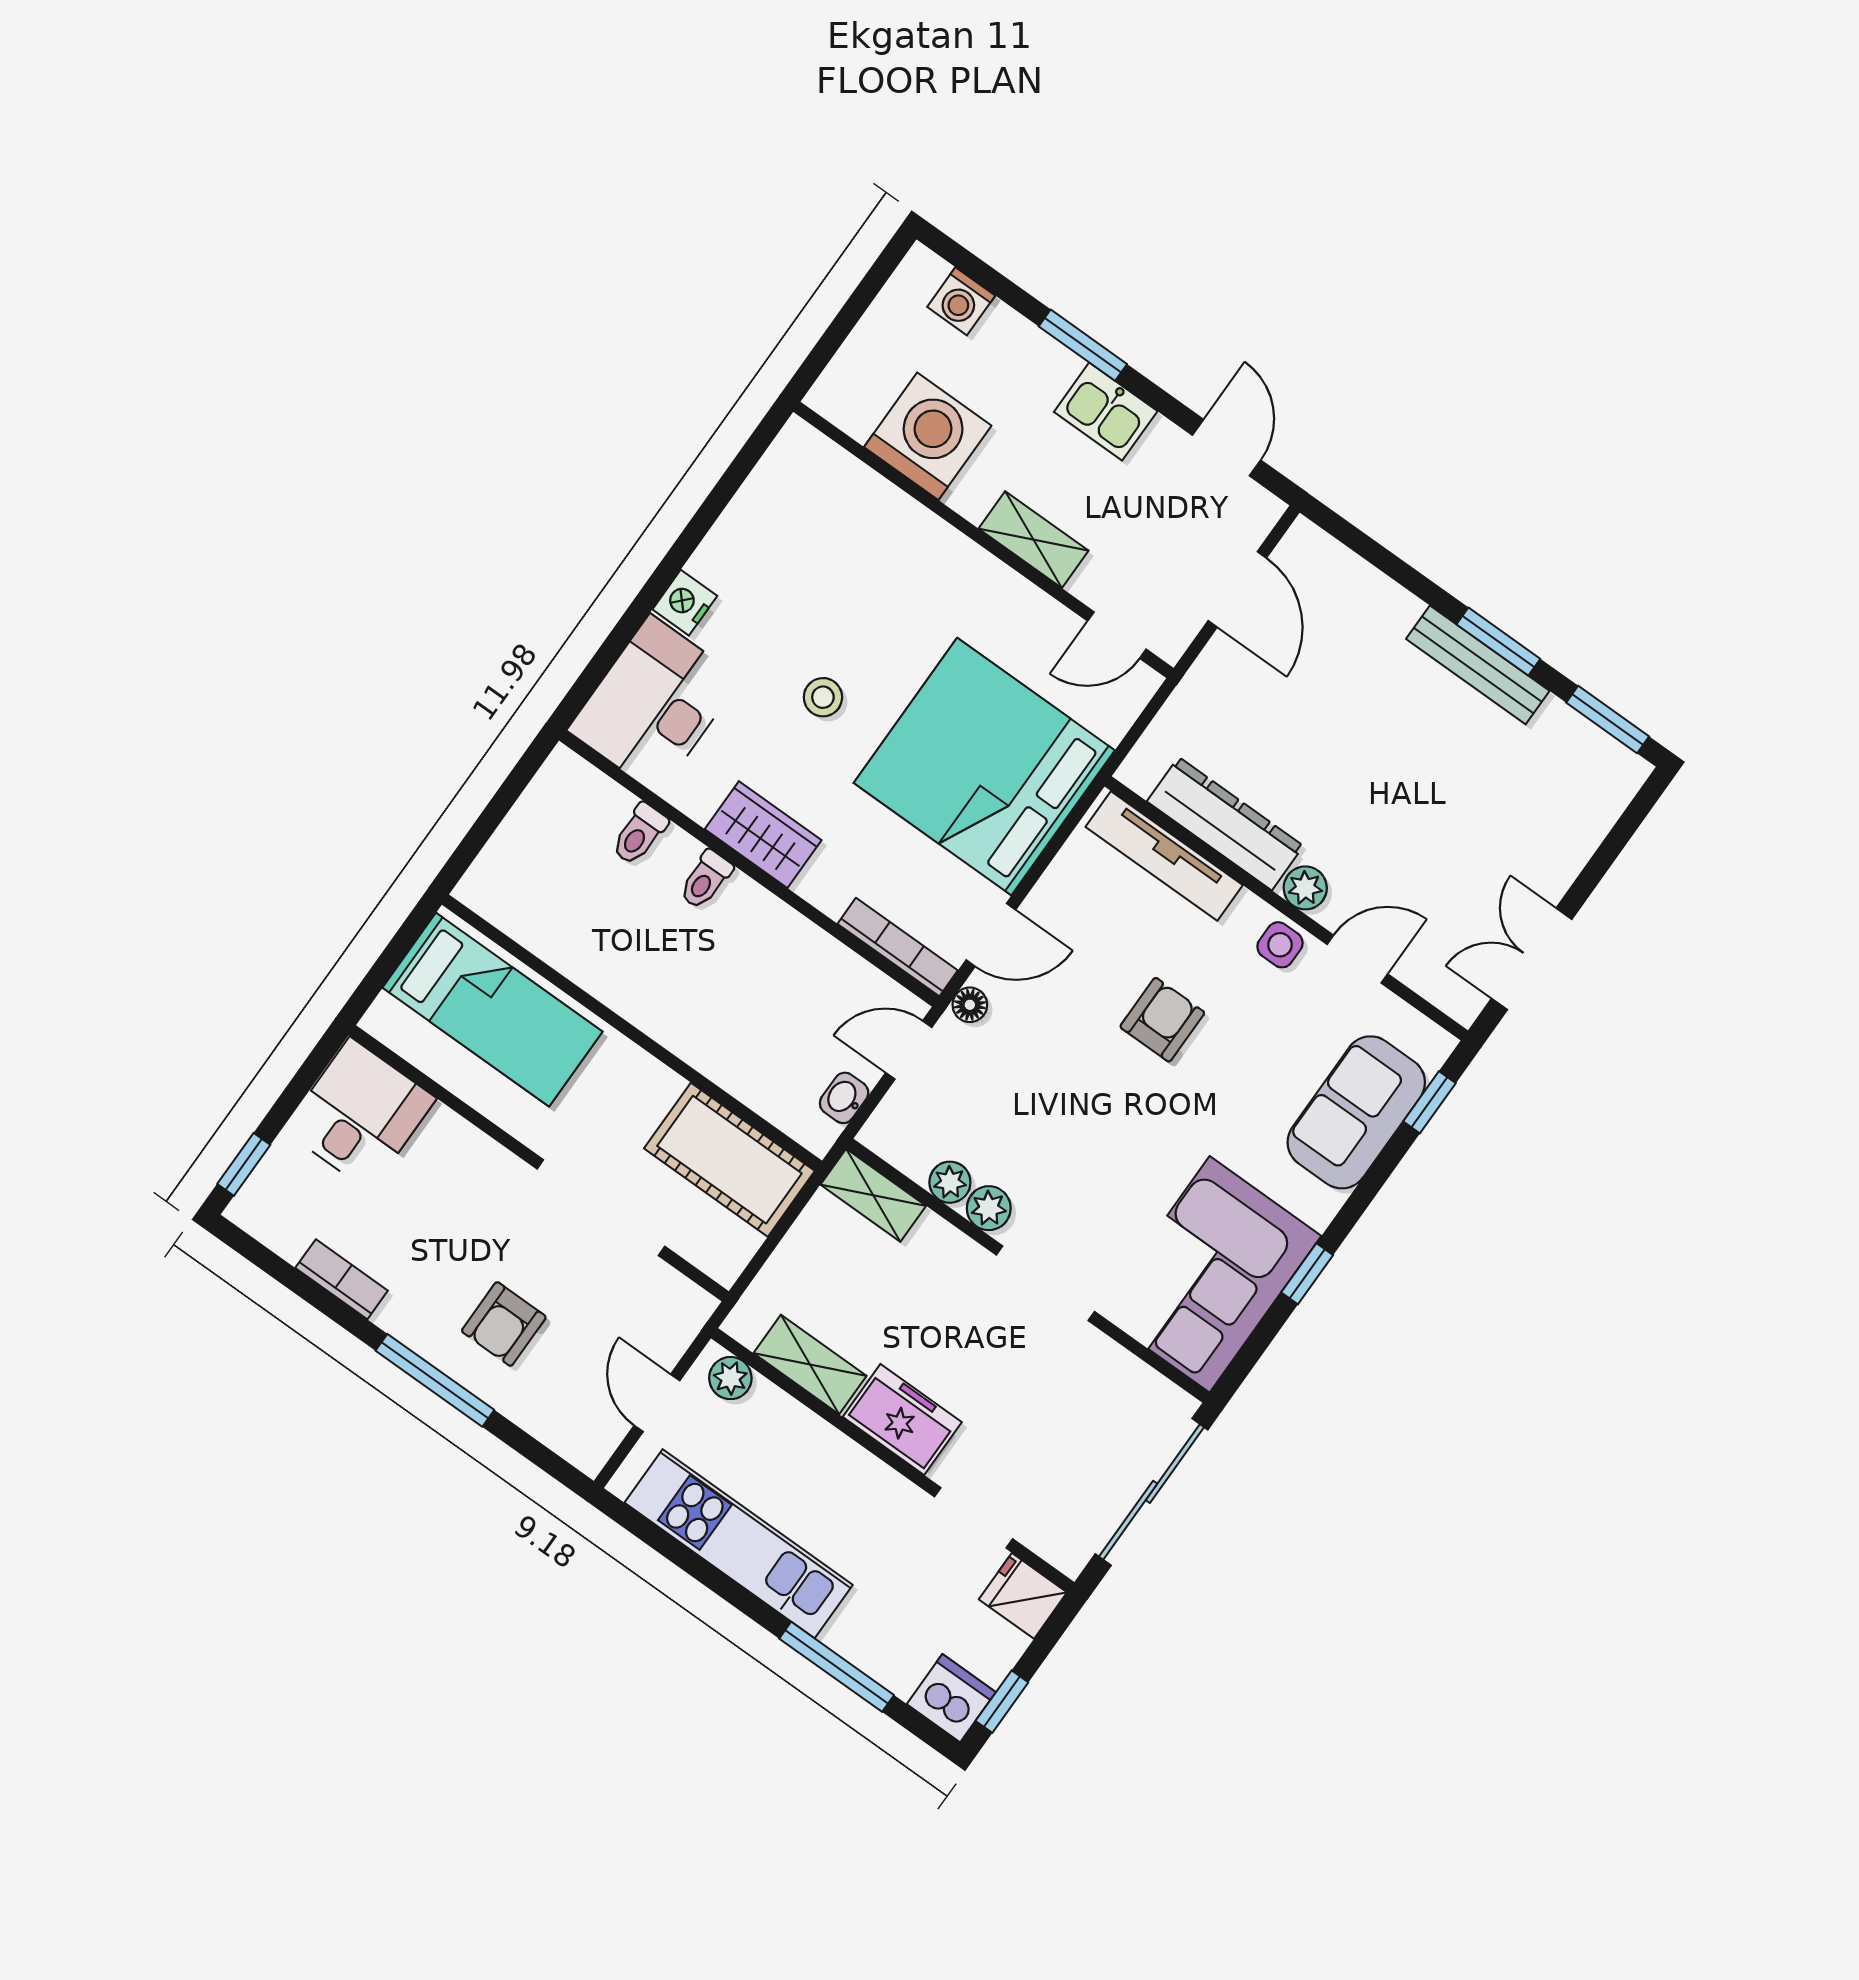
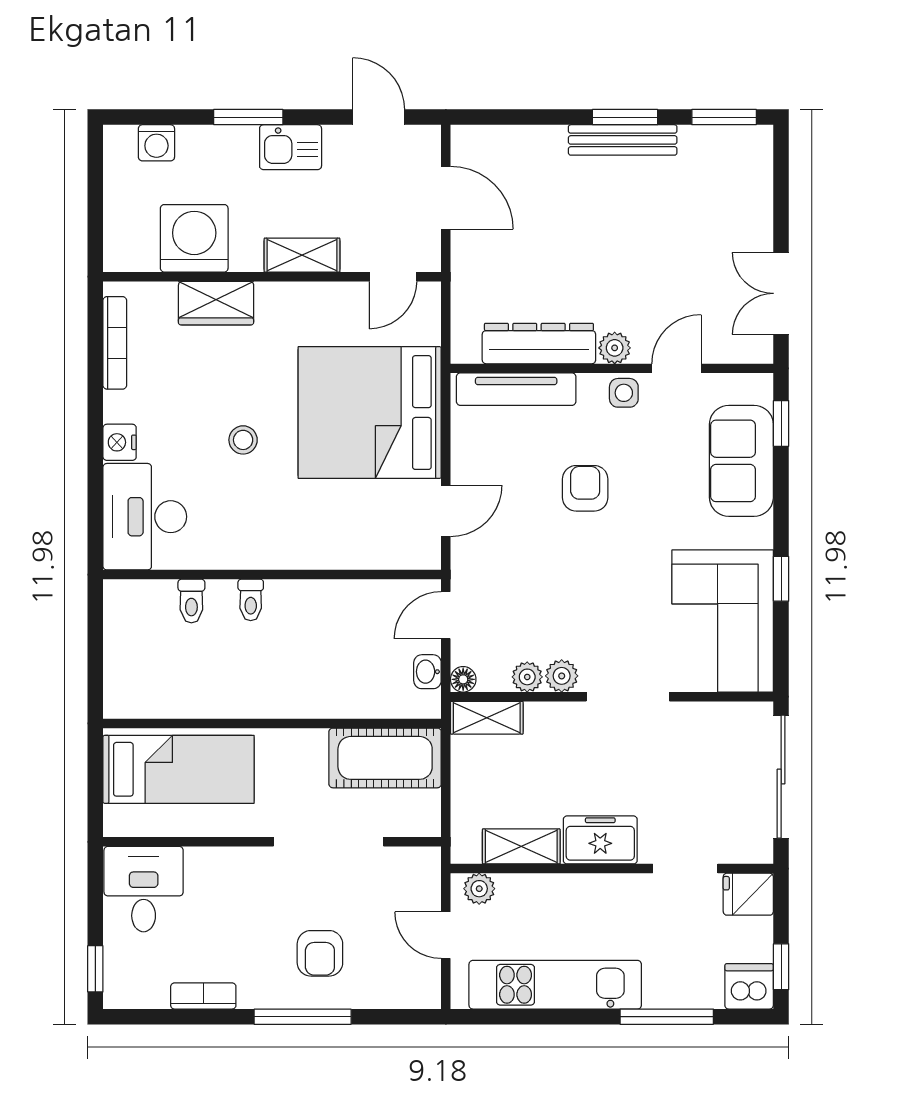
wardrobe: (763, 835) -> (216, 303), moved, turned 180
bookcase: (898, 947) -> (115, 343), moved, turned 90
floor lamp: (970, 1005) -> (463, 679), moved

